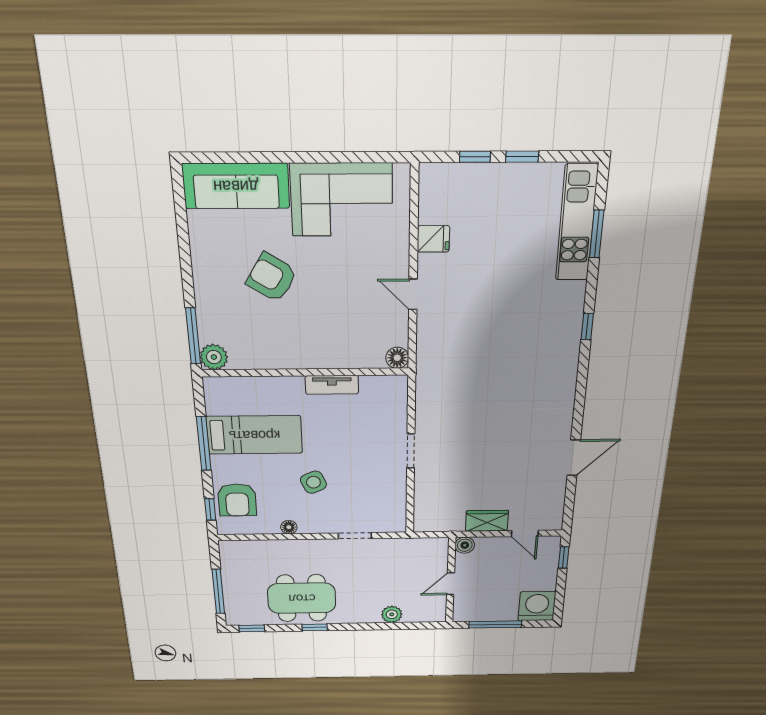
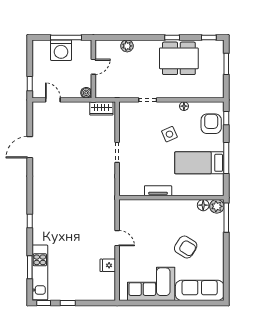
window: (475, 157) -> (44, 303), moved
floor lamp: (397, 358) -> (203, 205), moved
wardrobe: (487, 521) -> (101, 108), moved
window: (218, 591) -> (226, 64), width x0.69
washing machine: (537, 606) -> (61, 50), moved

